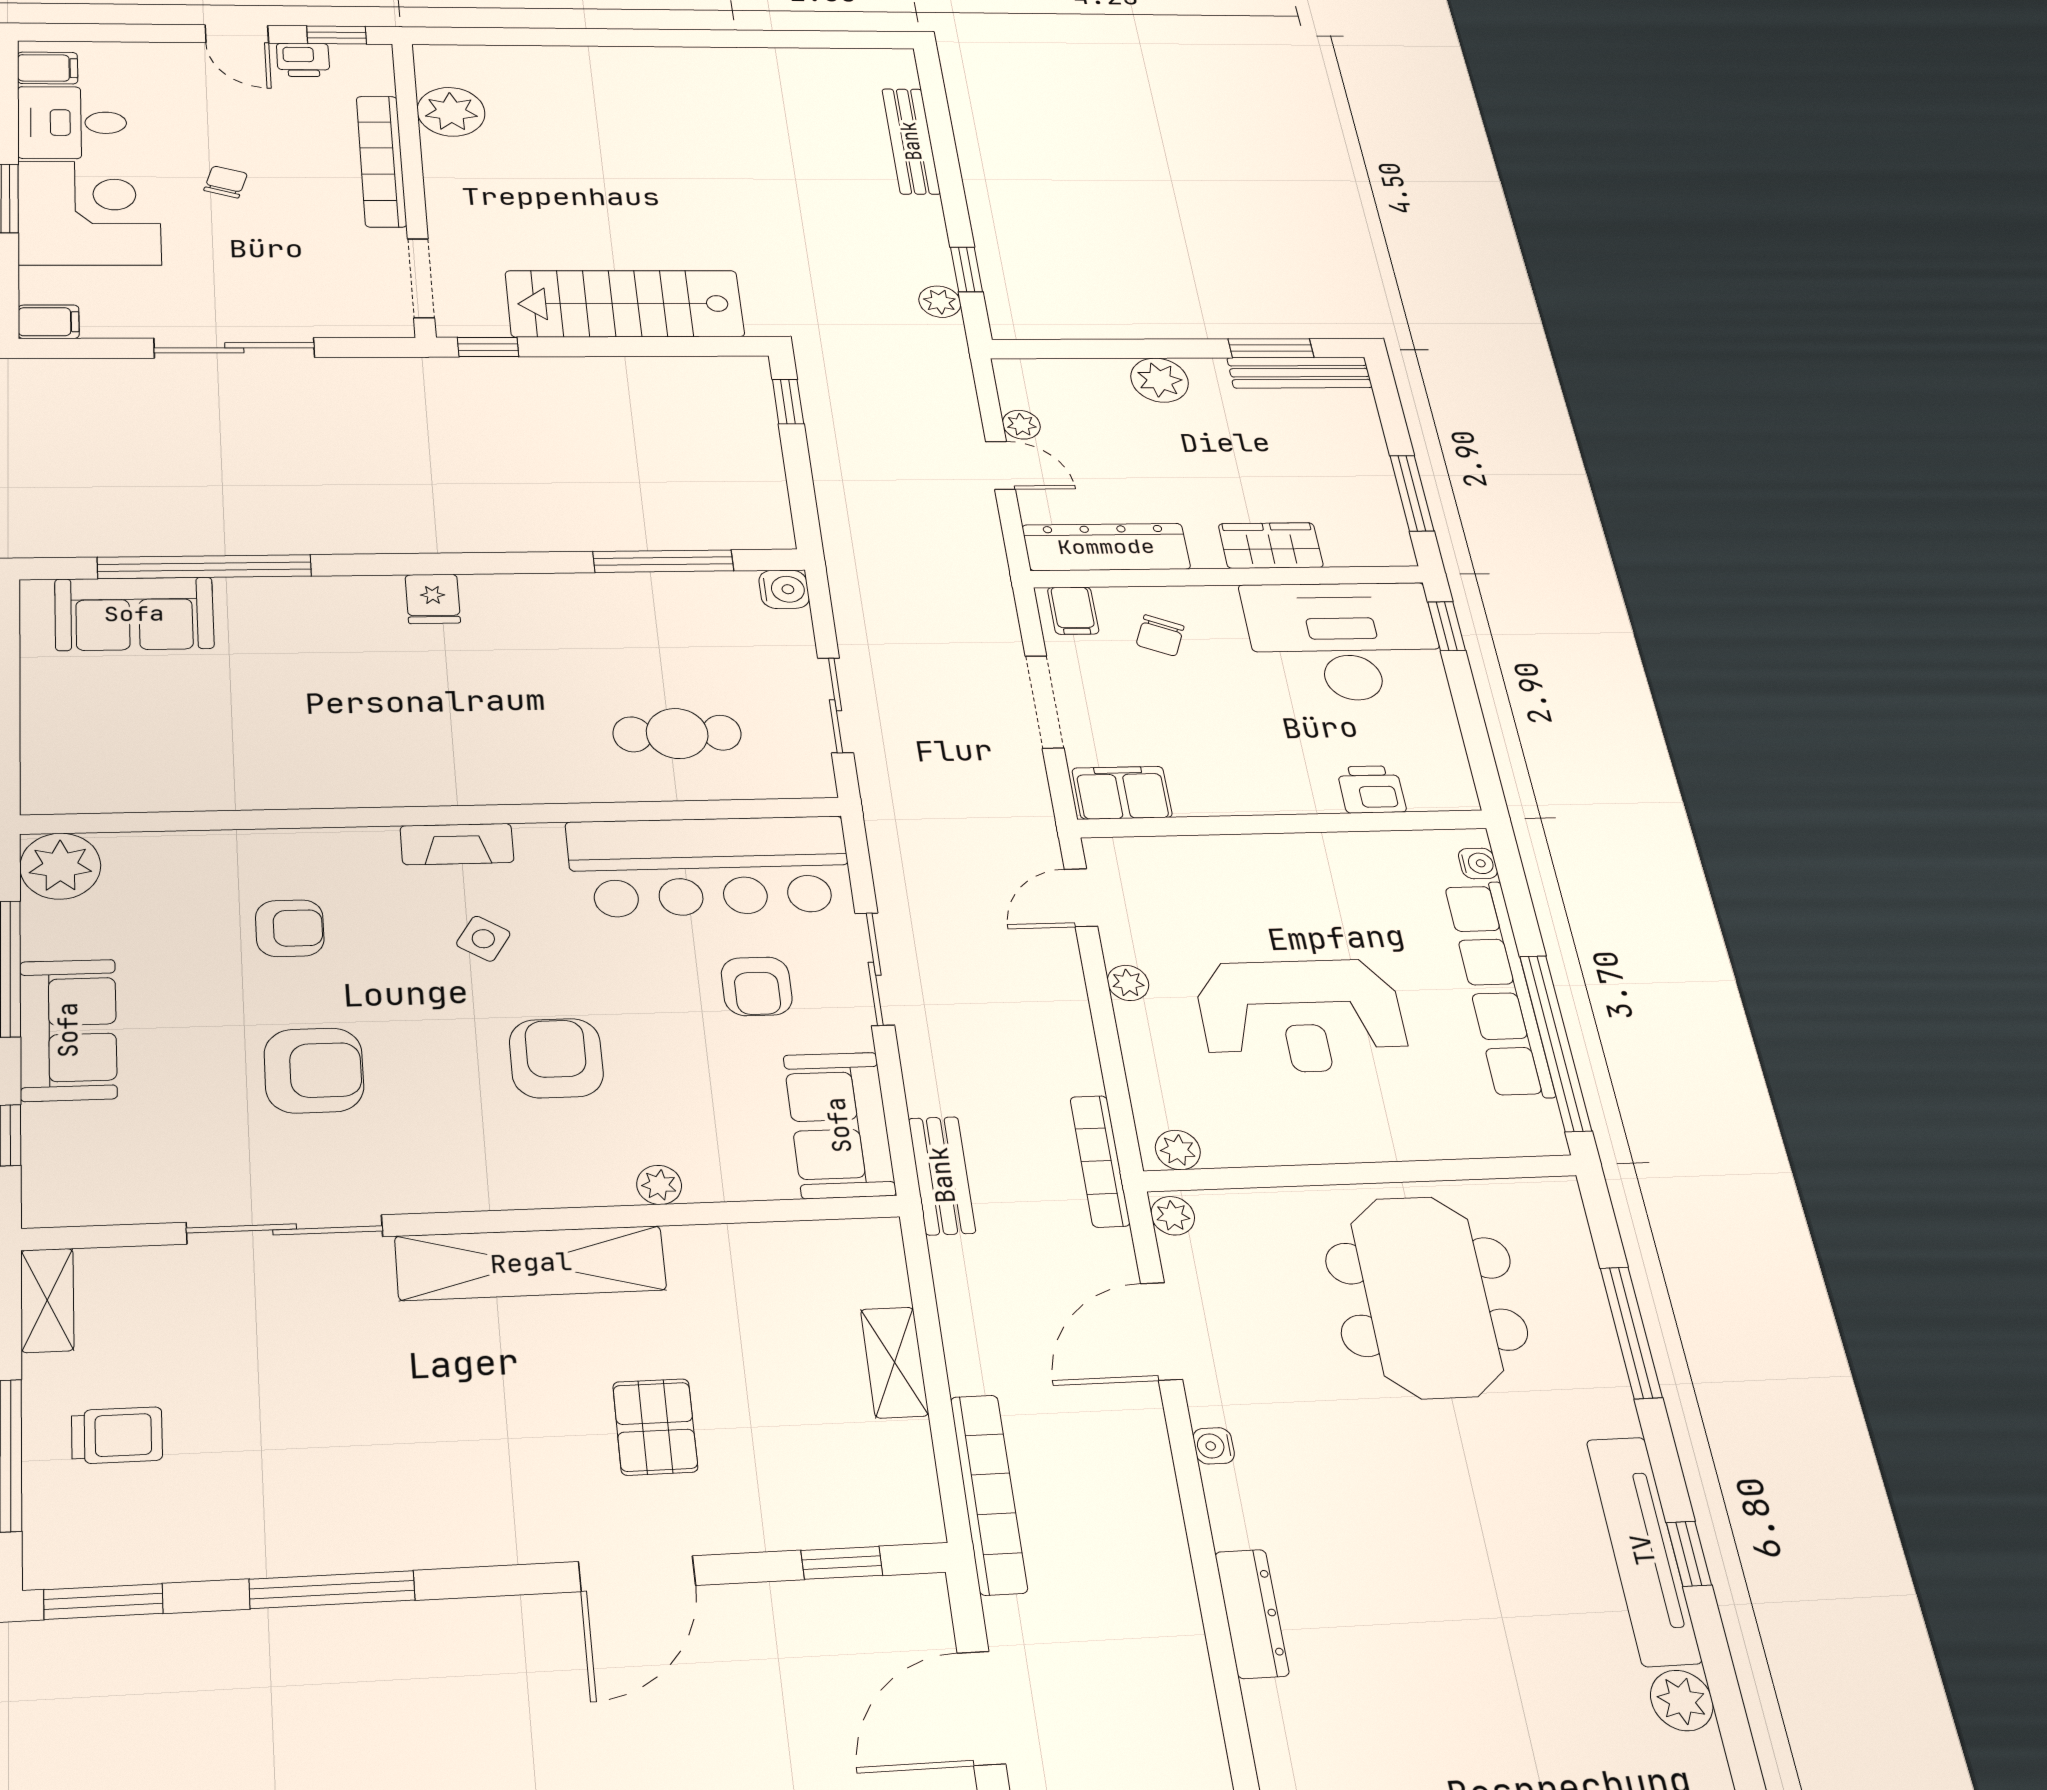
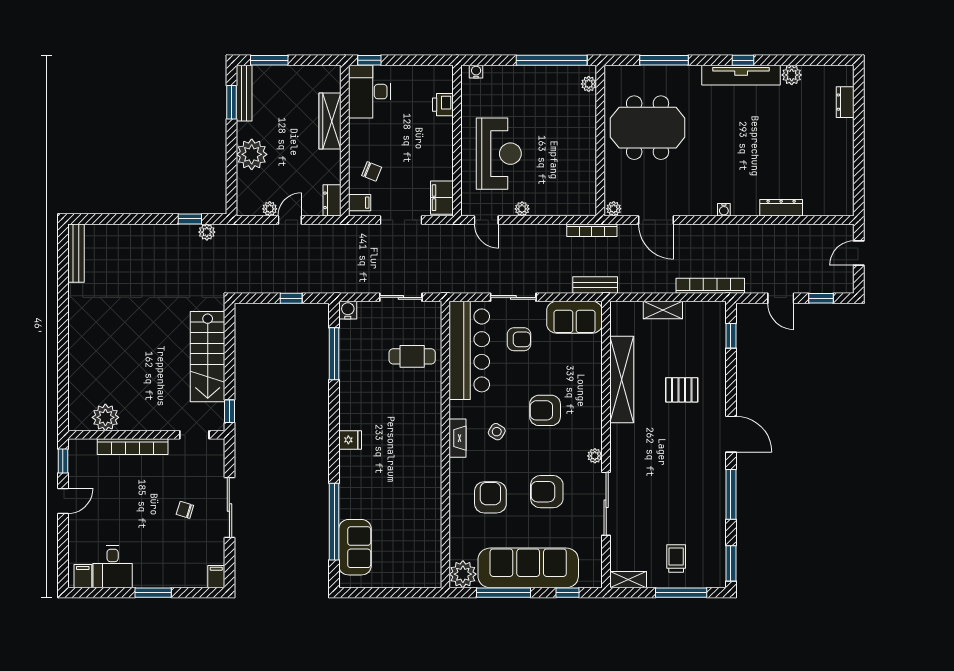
printer: (303, 60) -> (77, 475), removed
bench: (911, 141) -> (76, 253), moved, turned 90
chair: (226, 182) -> (185, 510), moved
corner desk: (89, 213) -> (161, 561), removed
doorway: (421, 278) -> (194, 435), width x0.73
plant: (1160, 380) -> (252, 154), width x1.36, depth x1.36
window: (788, 402) -> (291, 298), moved
window: (1412, 493) -> (269, 60), moved
wardrobe: (1271, 546) -> (330, 121), width x1.50
dresser: (1106, 547) -> (332, 200), width x0.51, depth x0.80
desk: (1345, 641) -> (369, 92), width x0.73, depth x0.77
cafe table: (677, 734) -> (412, 356), turned 90
armchair: (290, 928) -> (490, 497), width x1.38, depth x1.38
row of seats: (1499, 989) -> (529, 76), removed
reception desk: (1302, 1016) -> (499, 154), moved
sofa: (68, 1030) -> (528, 568), width x1.85, depth x1.27
armchair: (314, 1070) -> (547, 492), turned -90
plant: (1178, 1150) -> (589, 84), moved
plant: (659, 1185) -> (595, 456), moved
shelving: (531, 1263) -> (622, 380), moved
water cooler: (1214, 1446) -> (724, 210), moved
door: (637, 1574) -> (731, 434), moved
dresser: (1252, 1614) -> (781, 208), moved
door: (981, 1708) -> (781, 298), width x0.73

